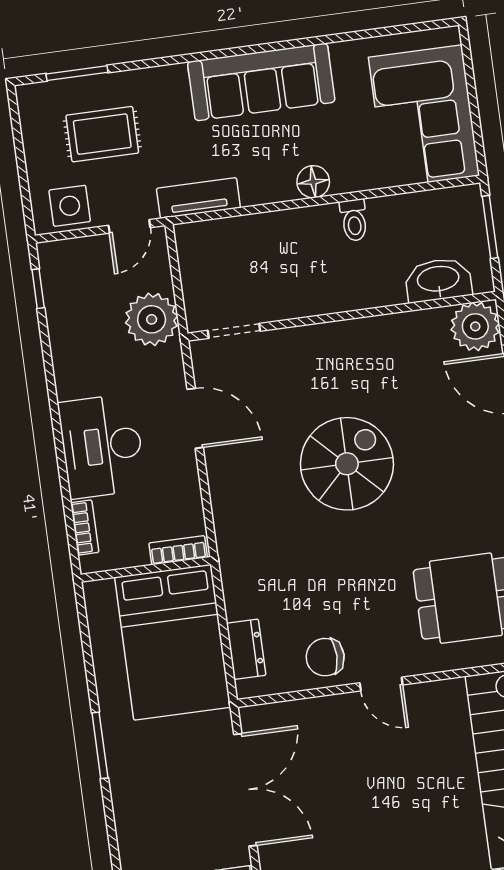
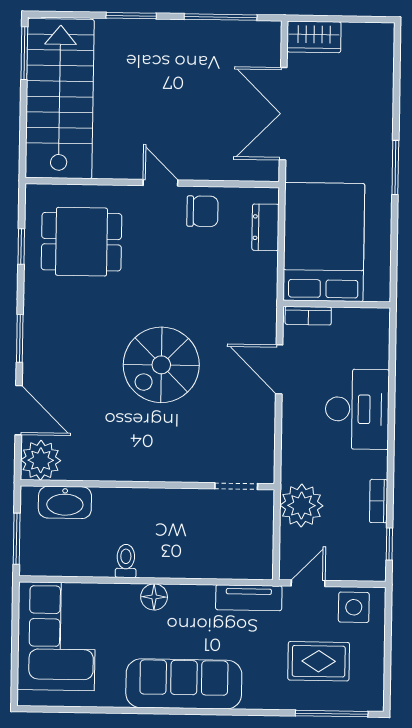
window: (77, 73) -> (332, 714), width x1.44
door: (195, 418) -> (279, 369), moved
bookcase: (85, 527) -> (379, 501), moved

